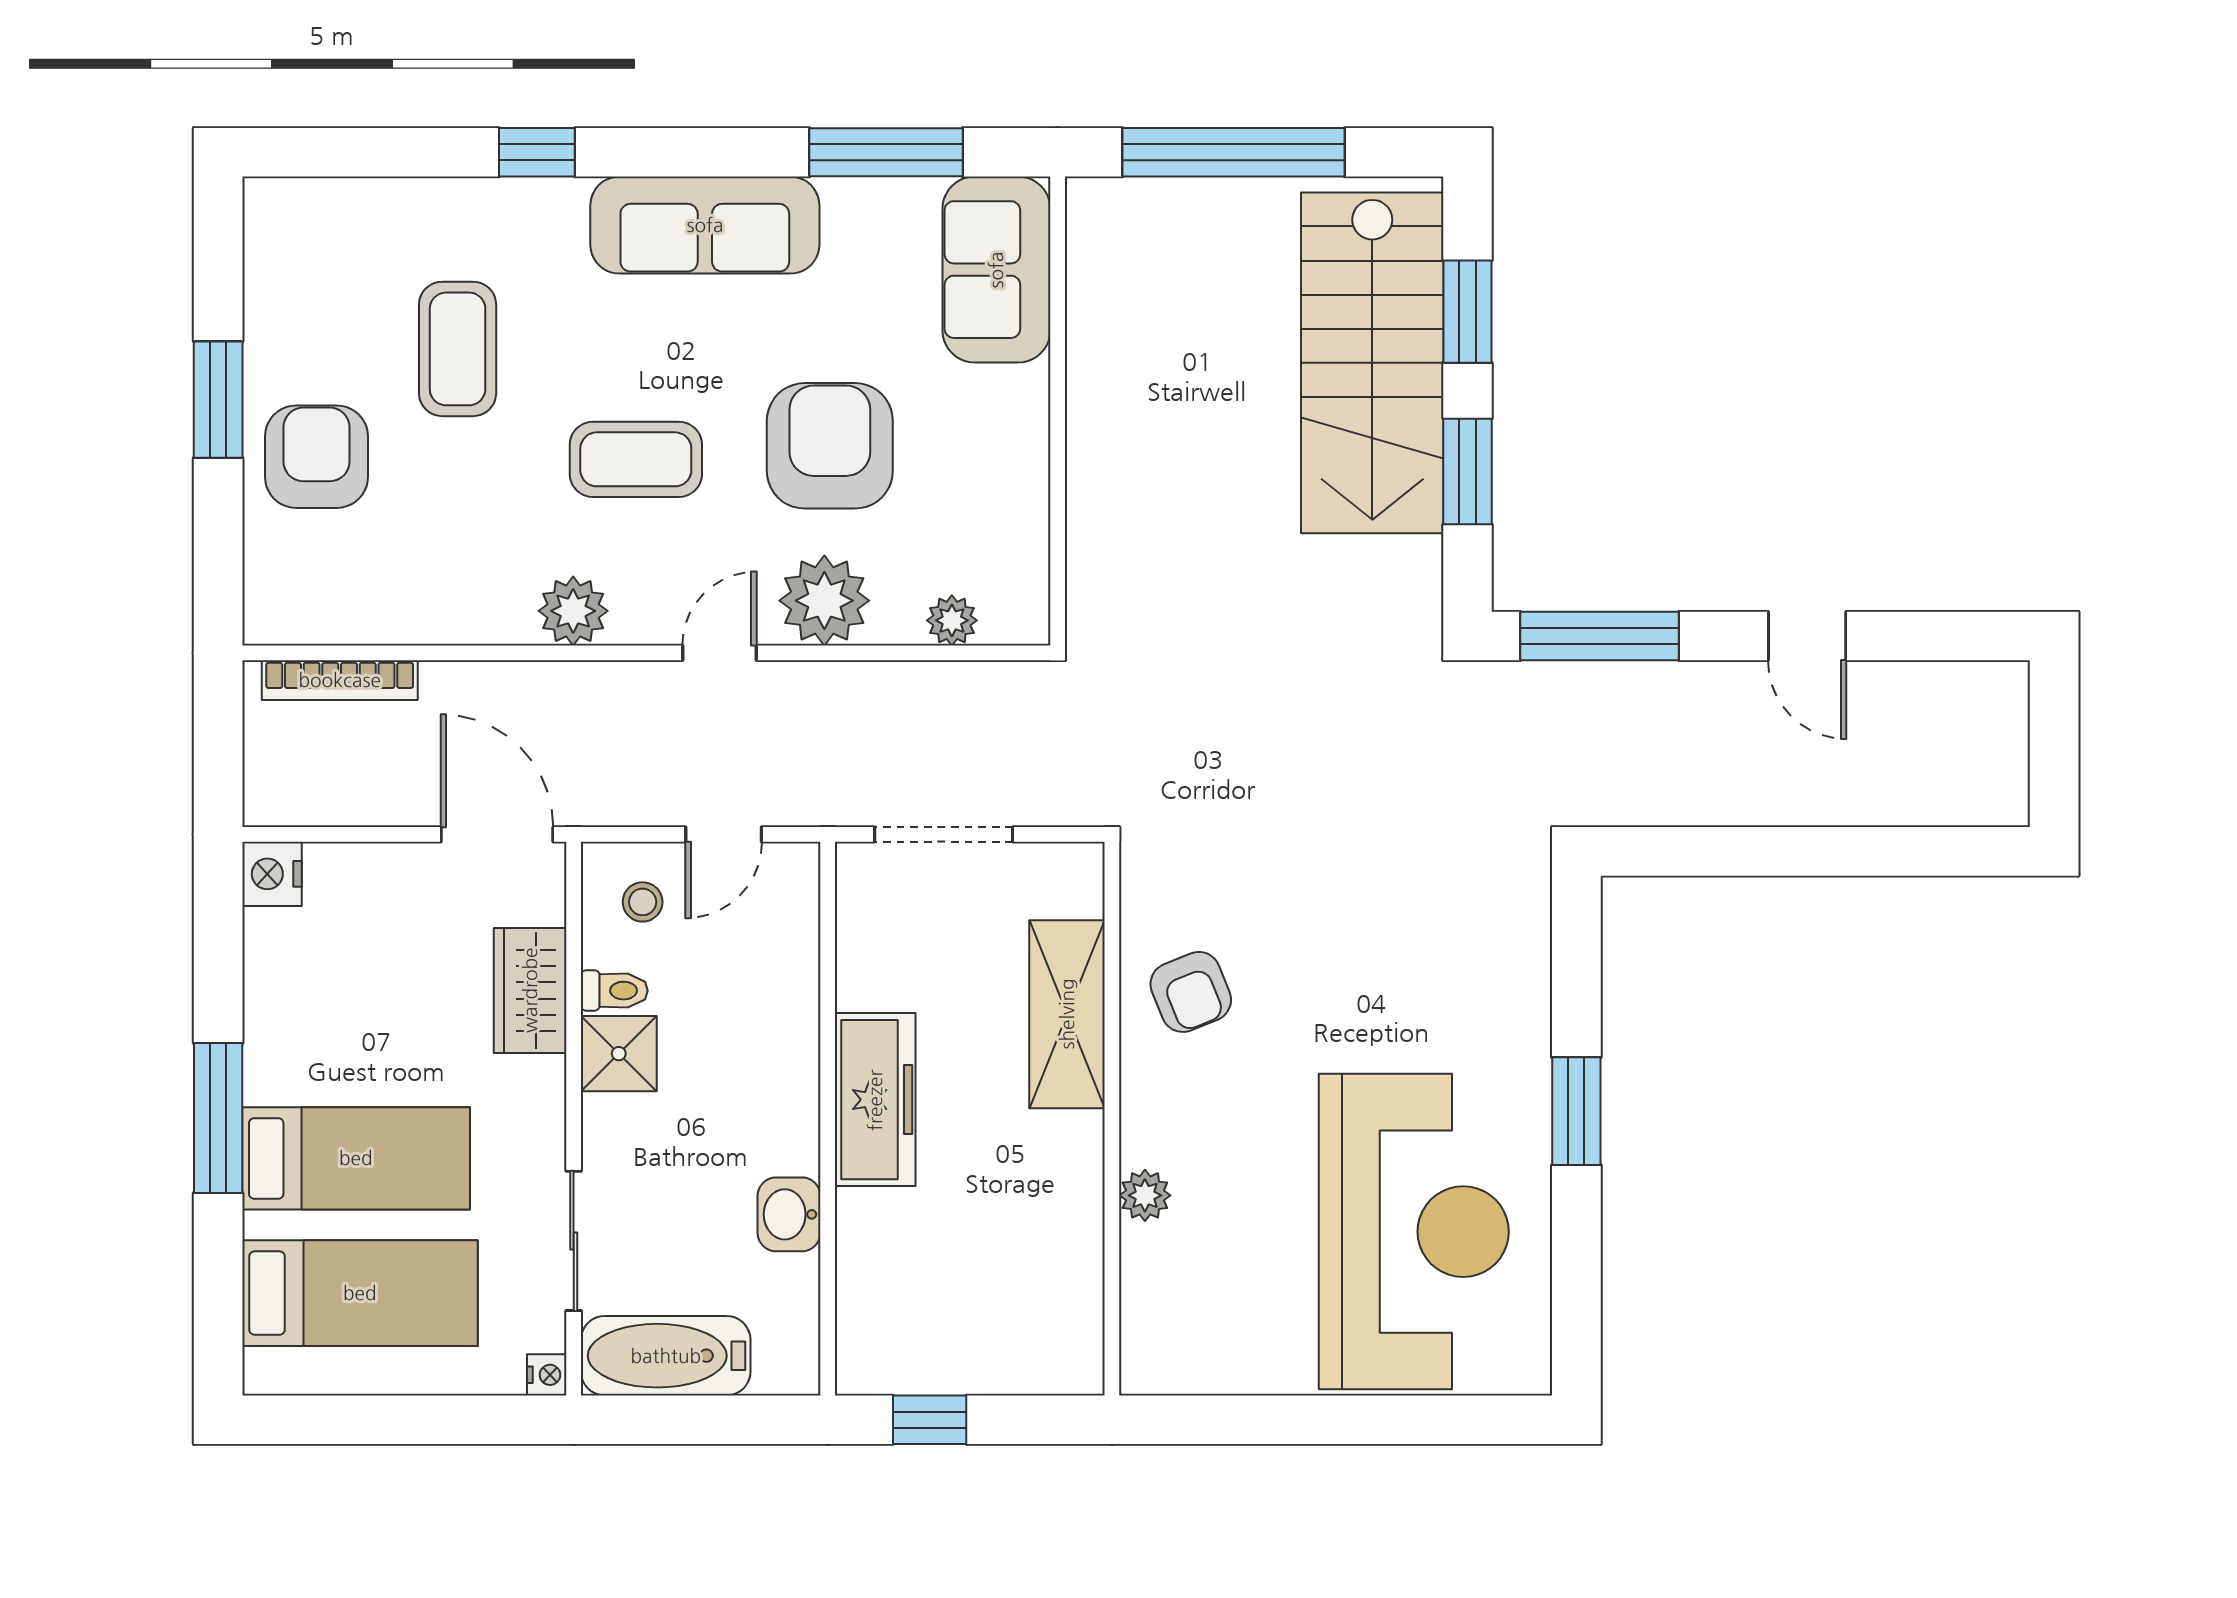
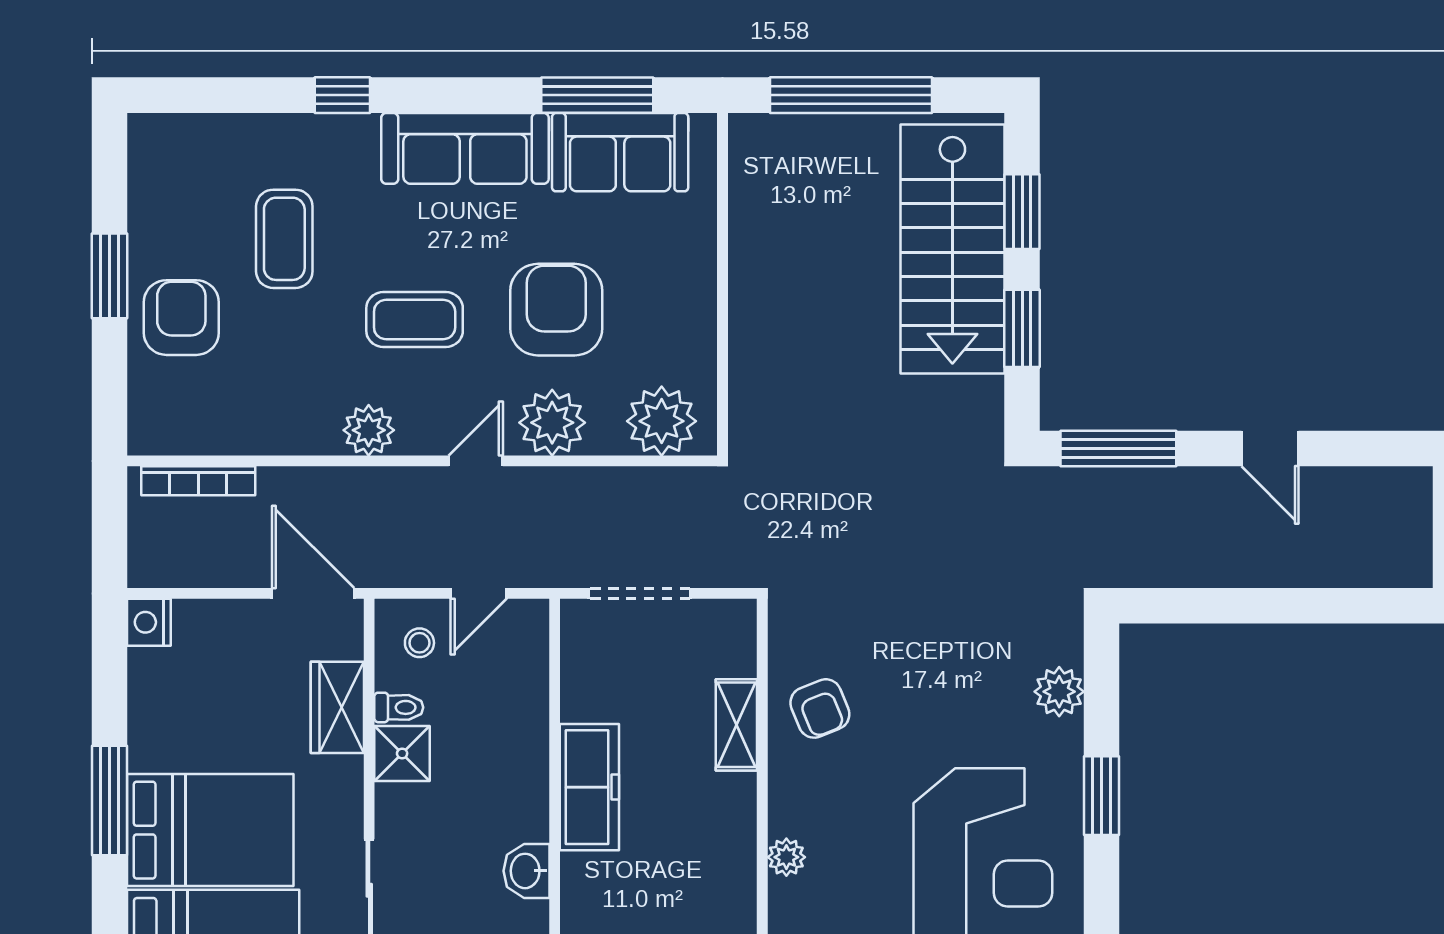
sofa: (996, 270) -> (620, 152), moved, turned -90
plant: (952, 620) -> (662, 421), width x1.88, depth x1.88
plant: (1518, 969) -> (1059, 692), added
shelving: (1067, 1014) -> (736, 725), width x0.67, depth x0.75
bed: (356, 1158) -> (210, 830), width x1.50

